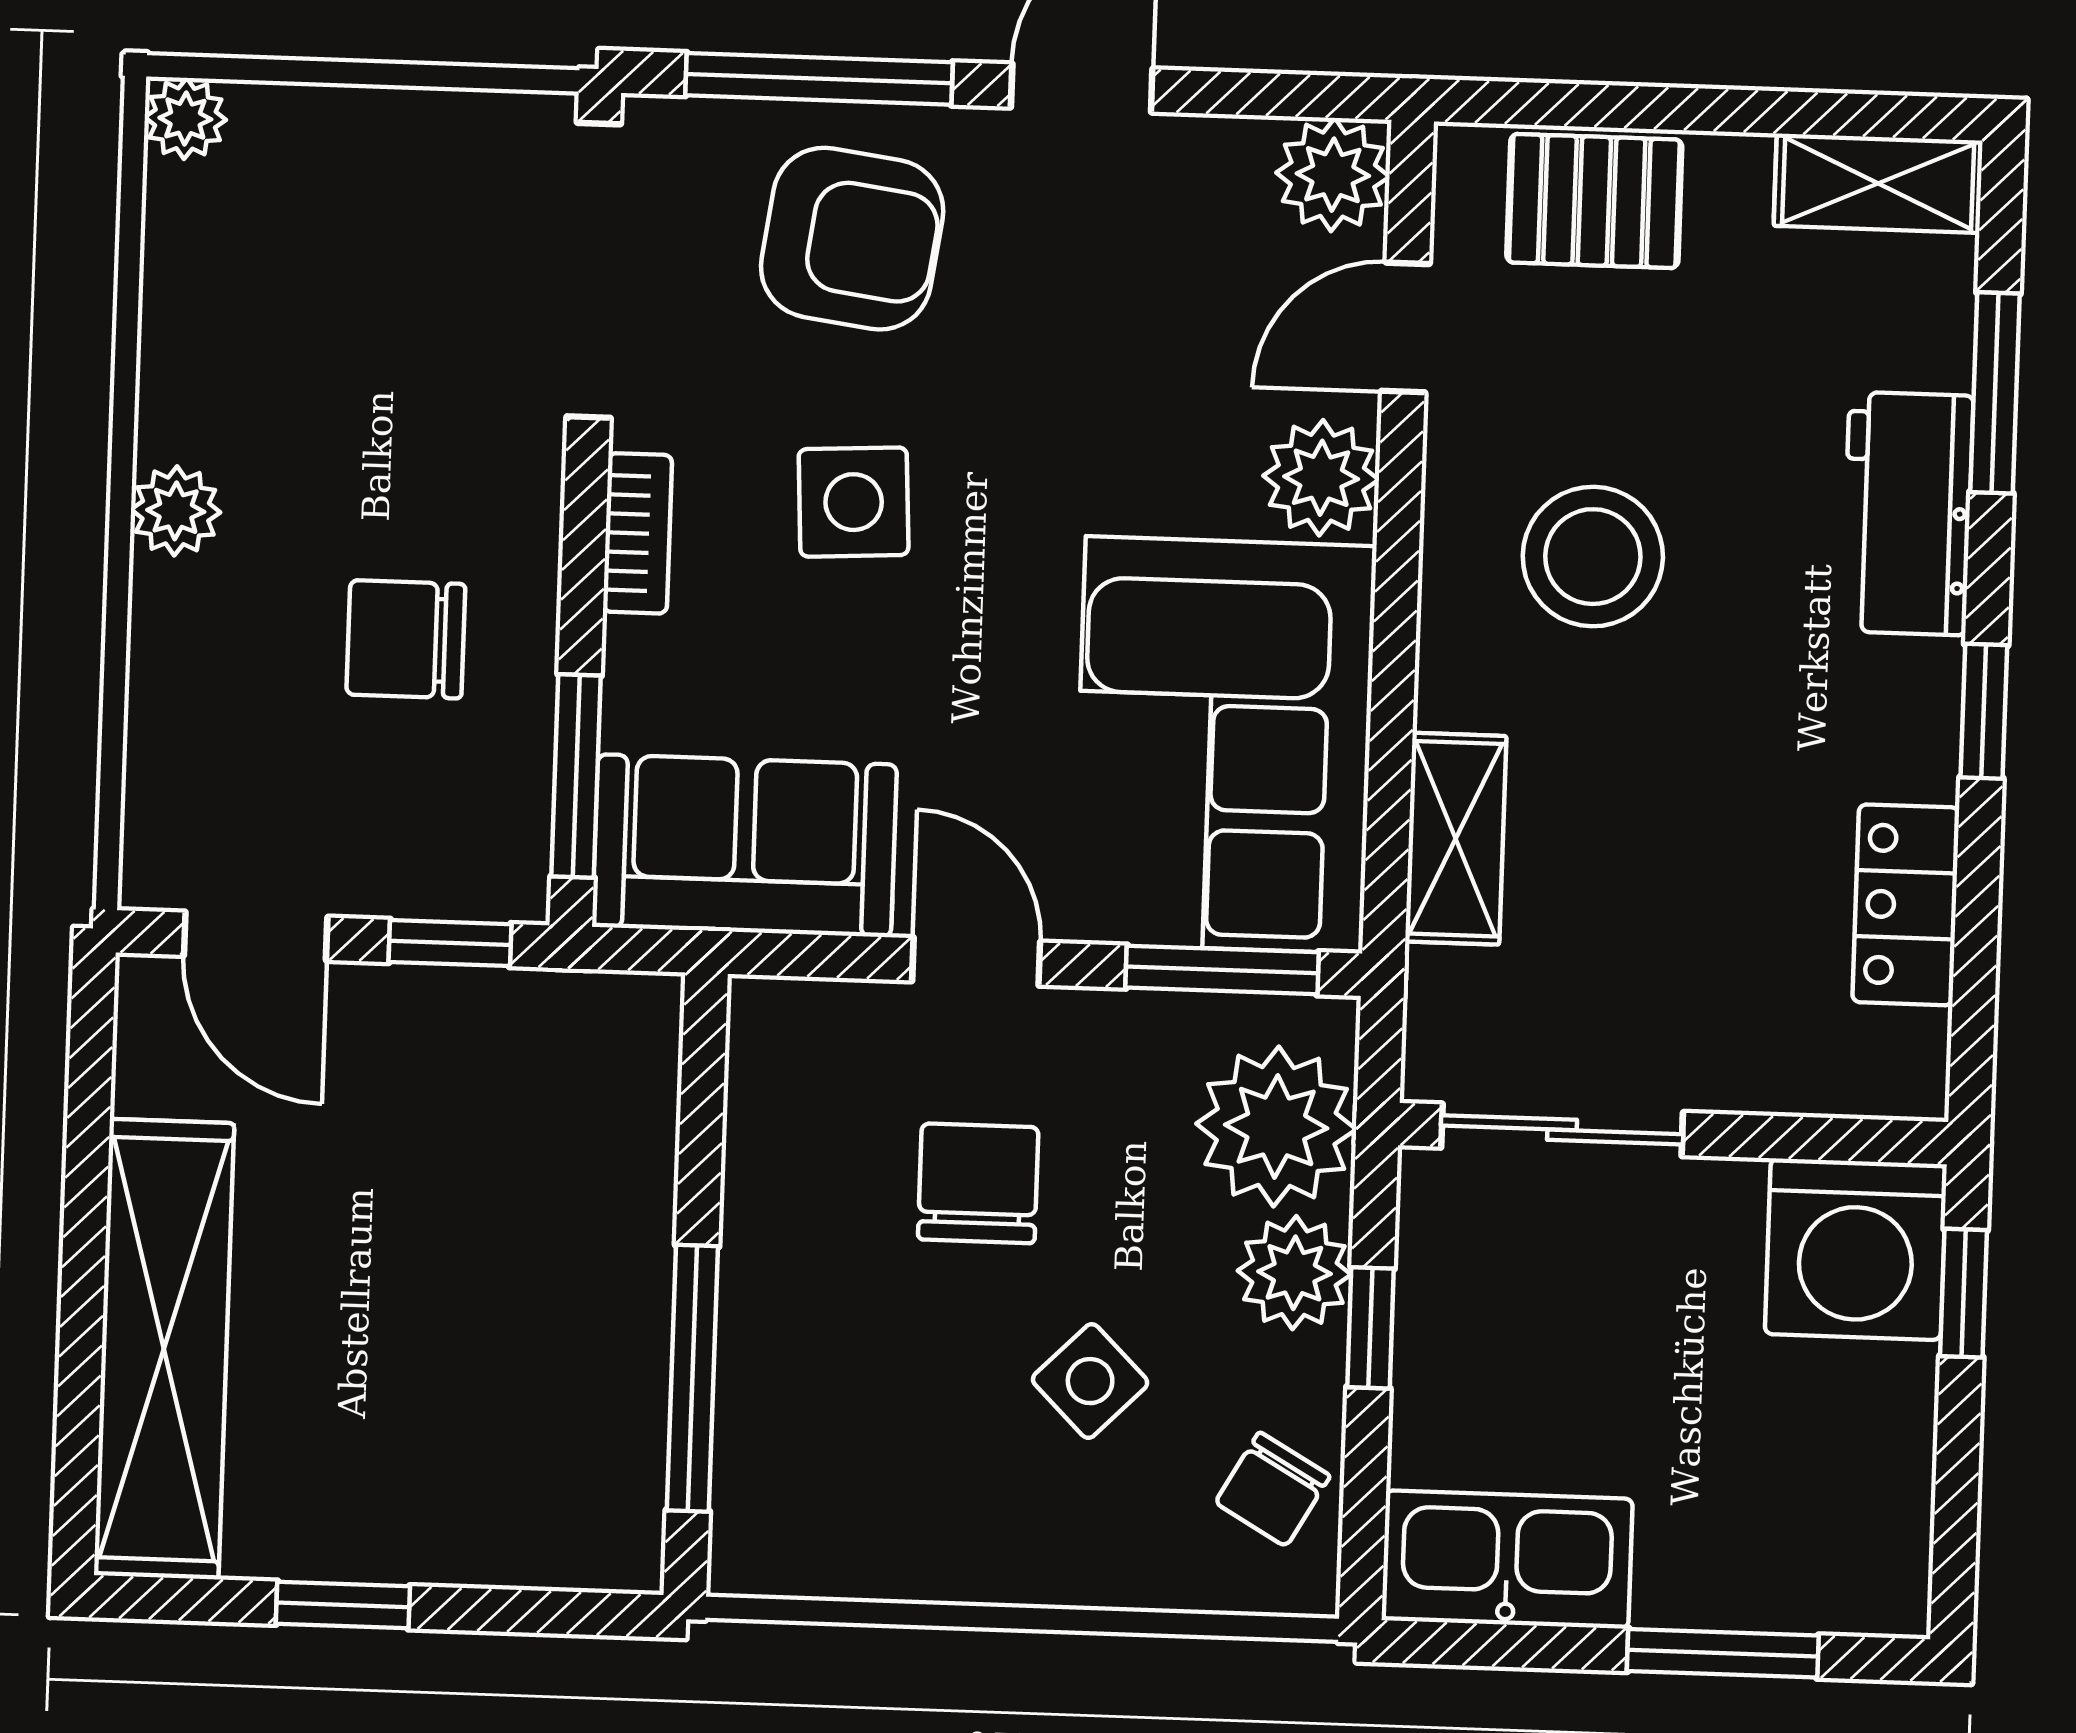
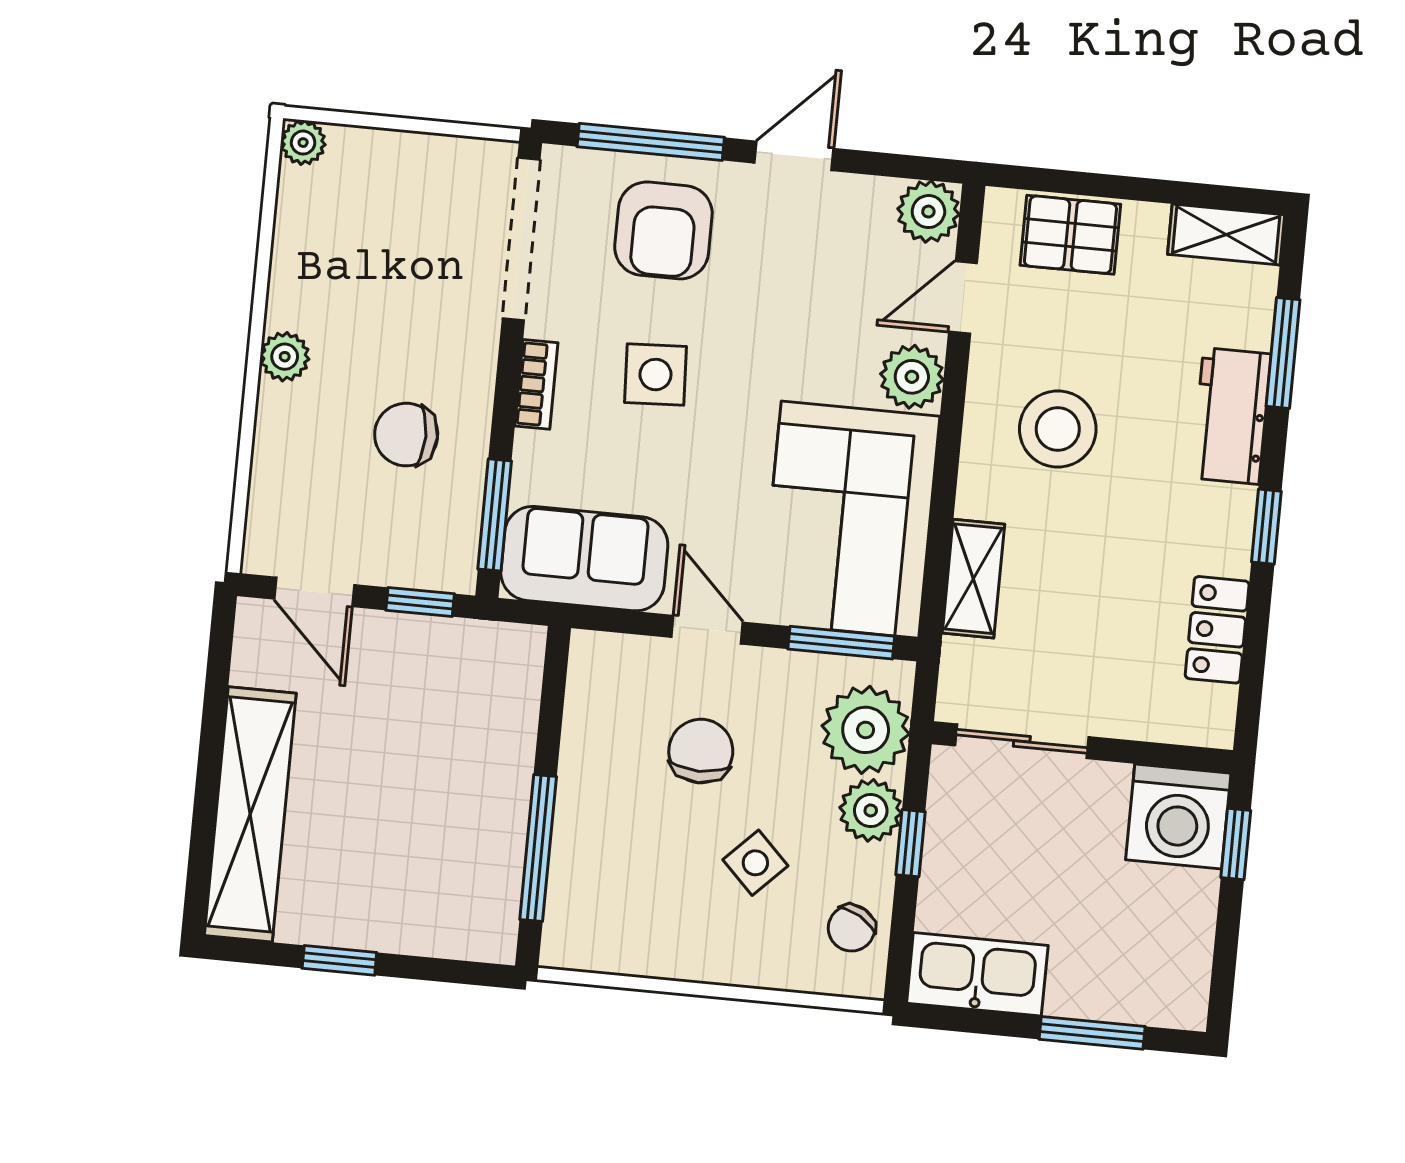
armchair: (852, 239) -> (663, 230), turned 82

